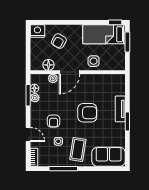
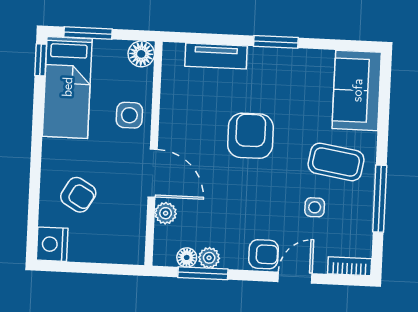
floor lamp: (48, 65) -> (141, 54), moved
tv unit: (120, 109) -> (216, 56), moved
armchair: (53, 121) -> (263, 254), moved

